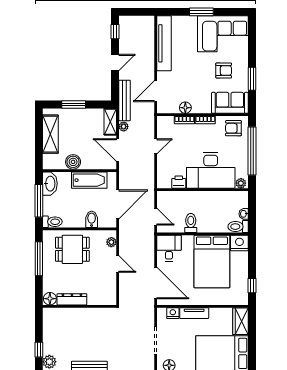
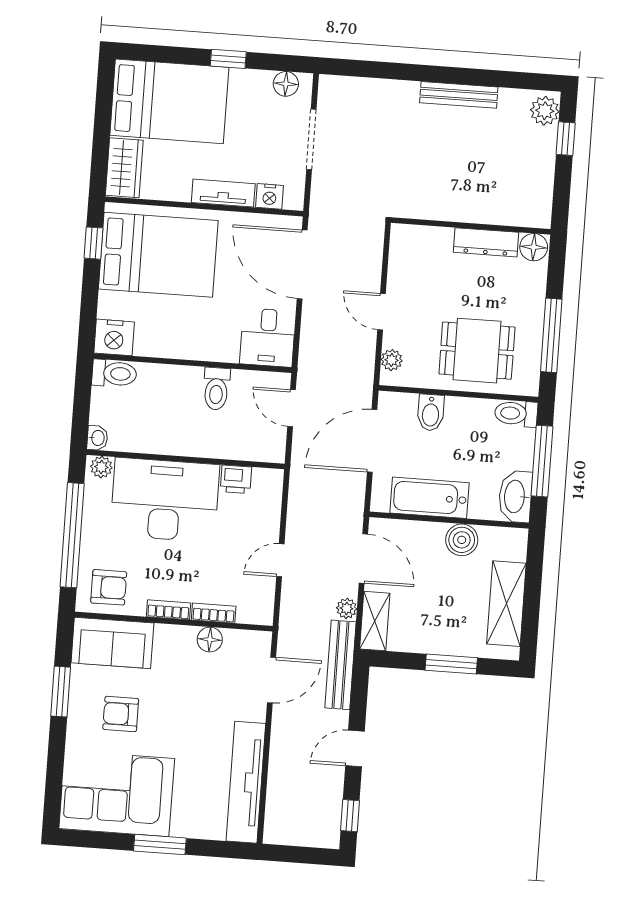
washbasin: (244, 214) -> (97, 438), moved
bed: (212, 262) -> (158, 255), moved, turned 90

